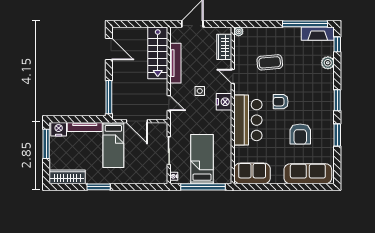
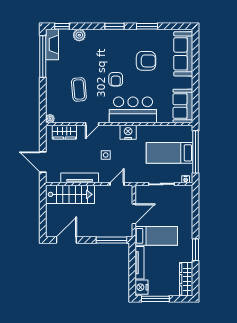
nightstand: (224, 102) -> (128, 132), moved

